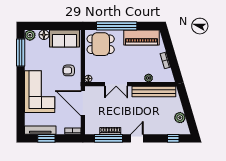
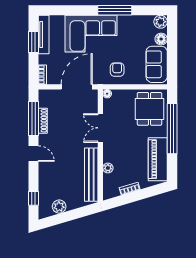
window: (21, 53) -> (115, 10), moved

